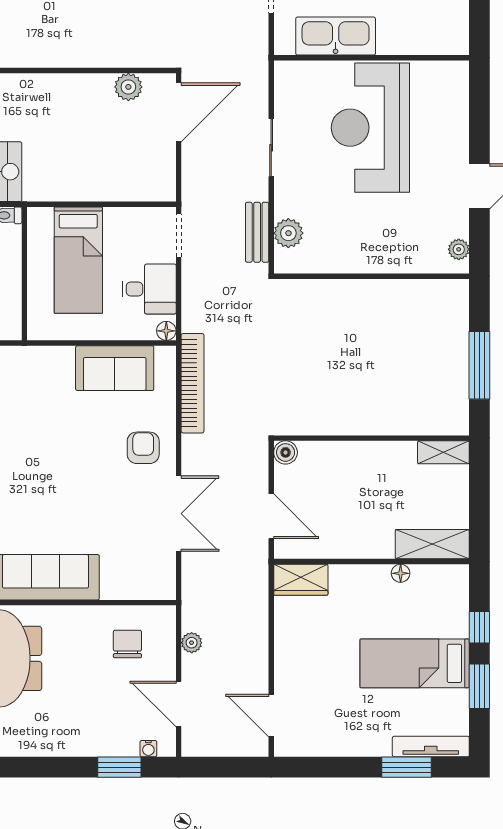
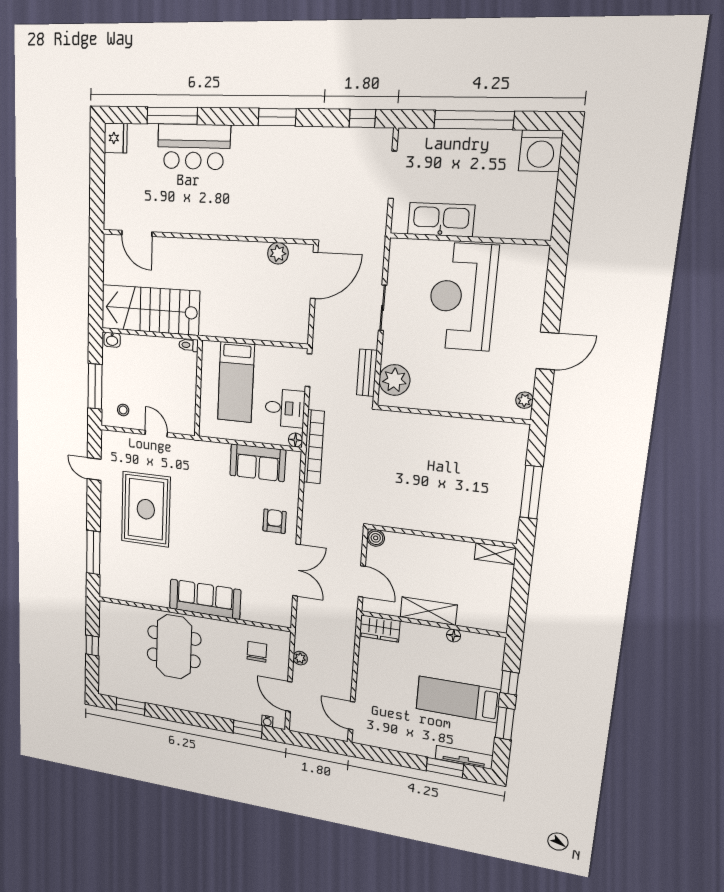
plant: (288, 233) -> (394, 380), width x1.36, depth x1.36
bookcase: (193, 383) -> (314, 447), moved
shelving: (432, 544) -> (429, 611), moved

